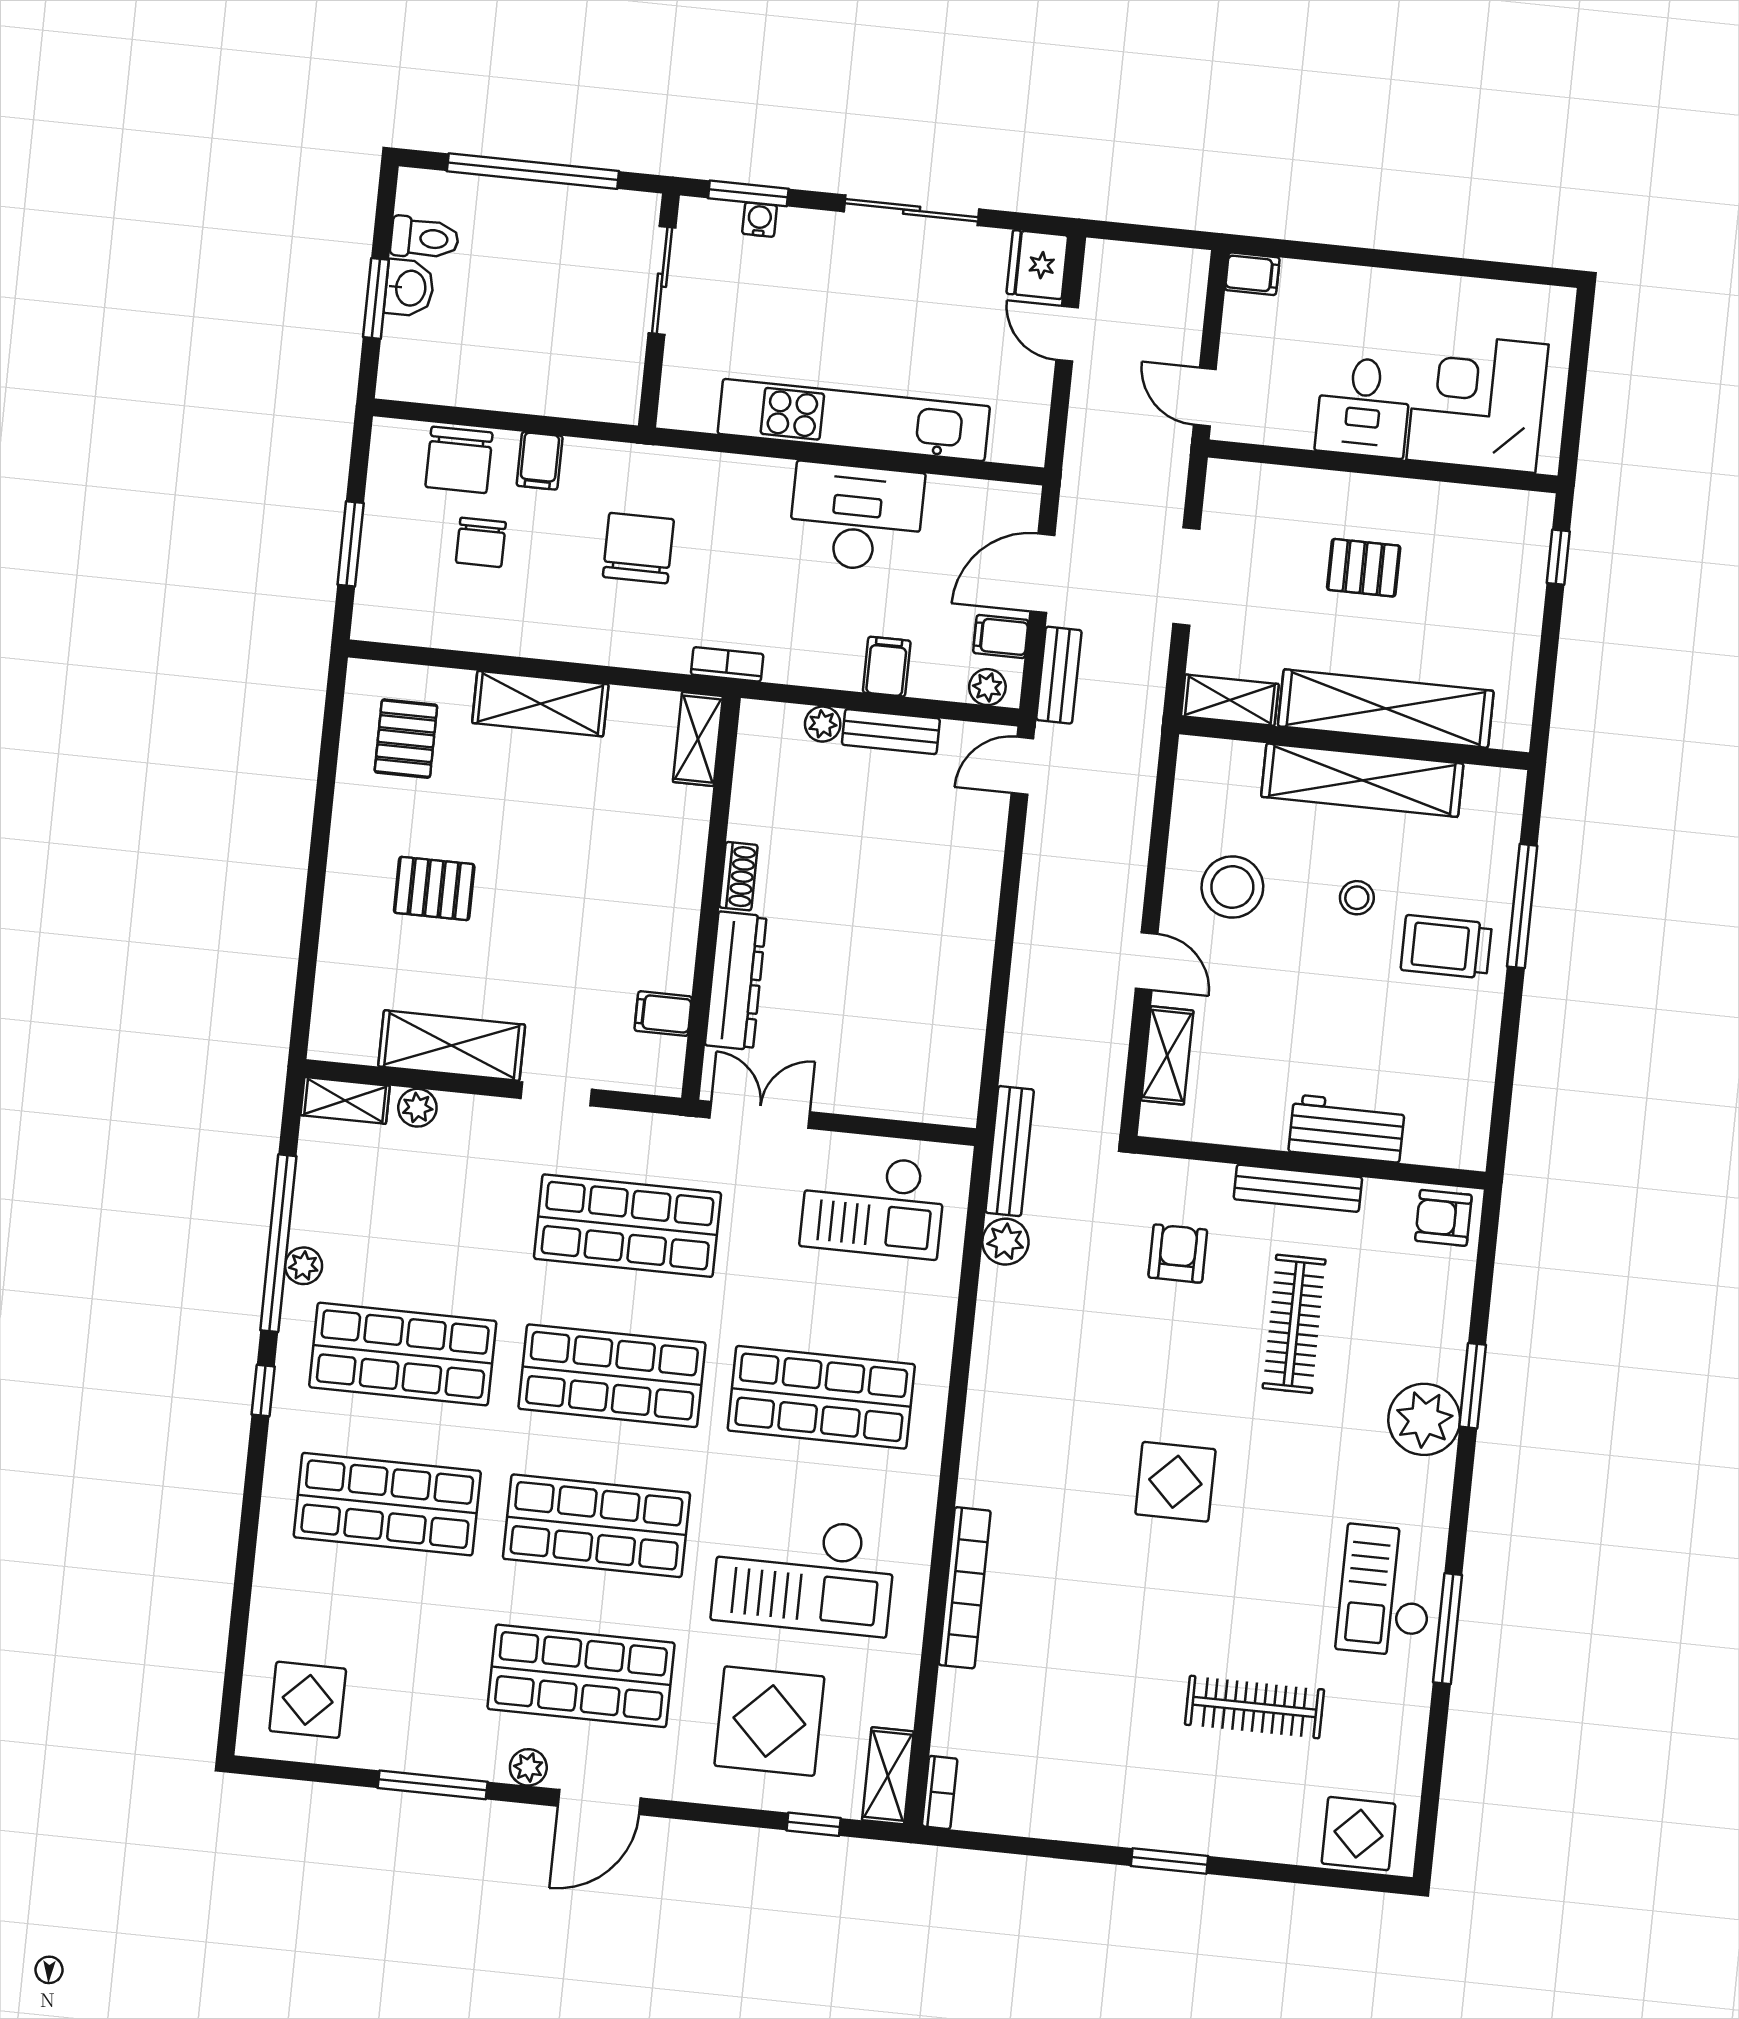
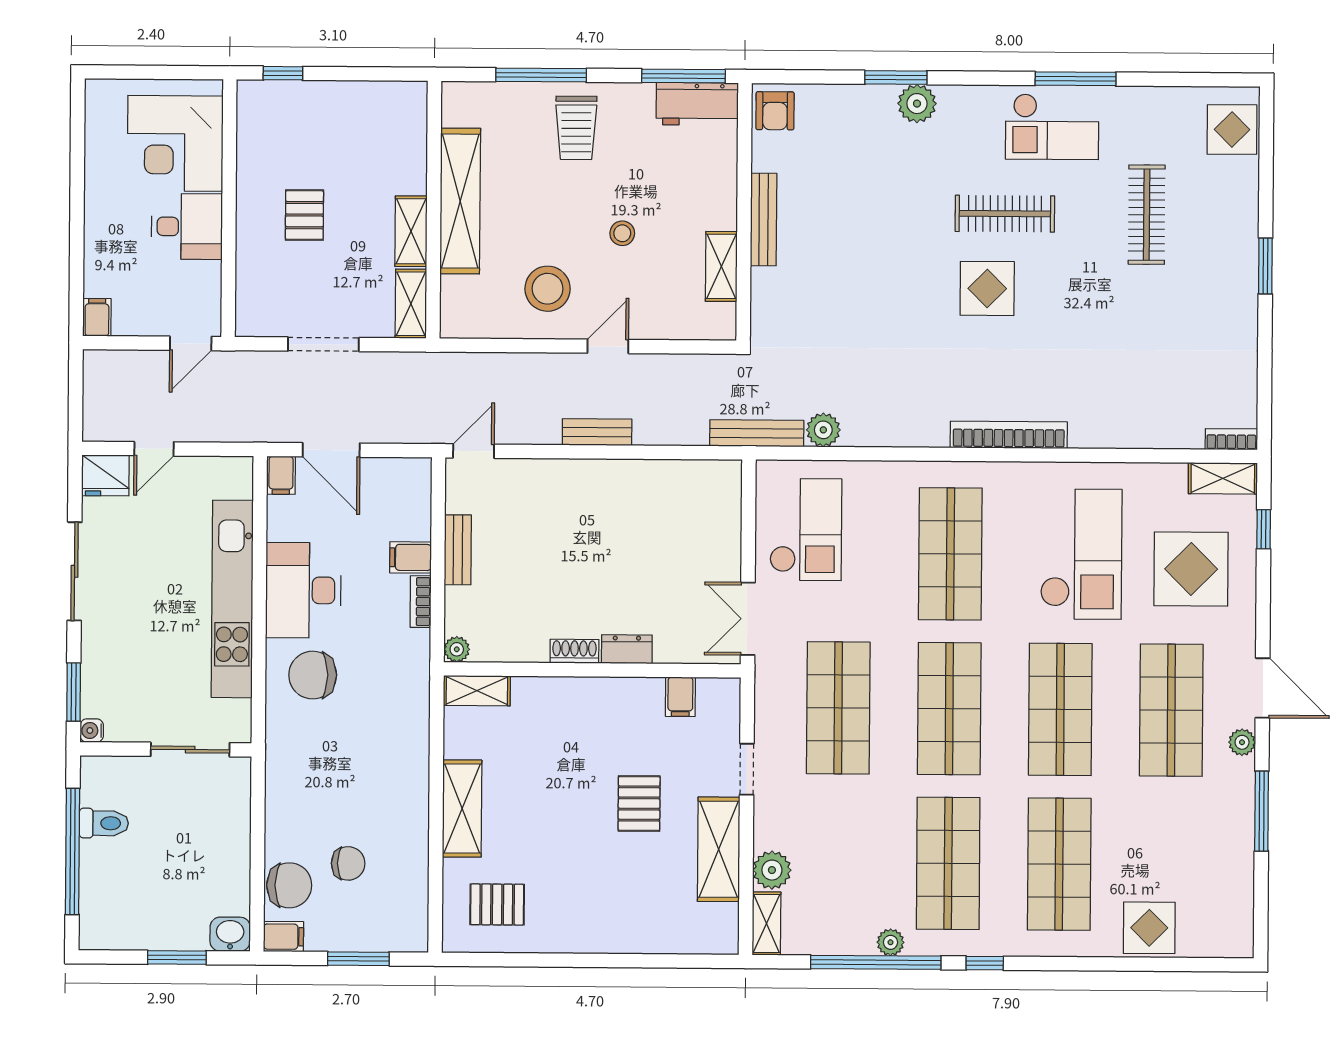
water cooler: (760, 220) -> (92, 731), moved
toilet: (425, 238) -> (104, 823), moved, turned 90
sliding door: (662, 280) -> (190, 750), moved
washbasin: (409, 288) -> (230, 934), moved
filing cabinet: (540, 461) -> (283, 937), moved
chair: (638, 548) -> (313, 675), moved
filing cabinet: (1001, 637) -> (281, 475), moved
bookcase: (727, 664) -> (421, 602), moved
bench: (1059, 675) -> (597, 432), moved
plant: (987, 687) -> (418, 482), removed
shelving: (1386, 709) -> (411, 231), width x0.45, depth x0.75
plant: (823, 724) -> (457, 649), moved
door: (1022, 766) -> (474, 451), swing flipped
pallet: (434, 888) -> (639, 804), moved
stool: (1357, 898) -> (622, 233), moved
dresser: (736, 981) -> (627, 649), width x0.51, depth x0.80
shelving: (1167, 1055) -> (721, 266), moved, turned 90
window: (1502, 1099) -> (684, 76), added
plant: (417, 1108) -> (772, 870), width x1.38, depth x1.38
workbench: (1347, 1129) -> (697, 104), moved, turned -90
armchair: (1178, 1254) -> (820, 303), removed
clothes rail: (1294, 1324) -> (1005, 214), moved
plant: (1424, 1419) -> (917, 104), width x0.73, depth x0.73
bookcase: (965, 1588) -> (1009, 435), moved
display table: (308, 1700) -> (1149, 928), moved

